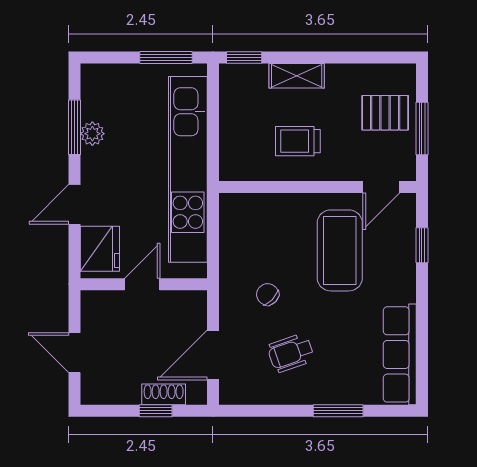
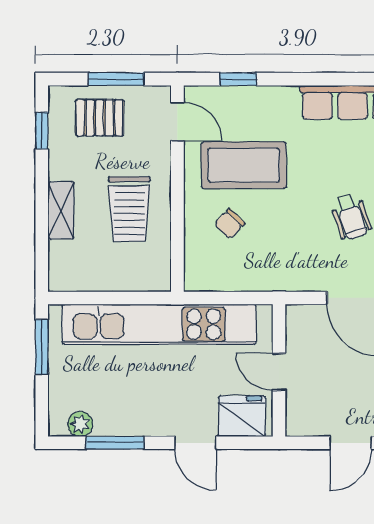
window: (244, 57) -> (42, 131), moved
pallet: (385, 113) -> (100, 118), turned 90
plant: (92, 134) -> (80, 424), moved
trolley: (298, 141) -> (129, 209), width x1.36, depth x1.39
chair: (268, 294) -> (230, 224), moved

